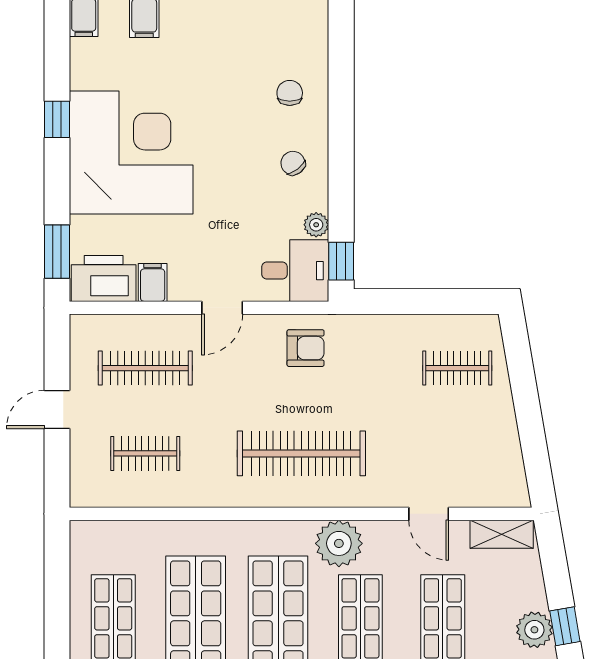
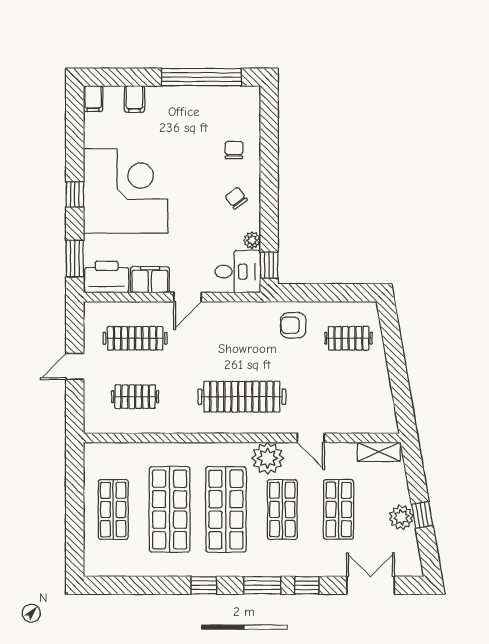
window: (57, 119) -> (75, 194), moved
filing cabinet: (153, 282) -> (150, 280), width x2.00
armchair: (306, 348) -> (293, 325), moved, turned 180
door: (429, 514) -> (311, 438), moved

